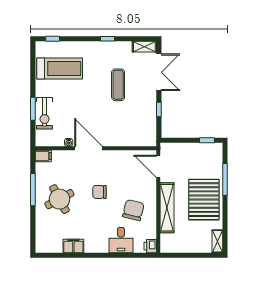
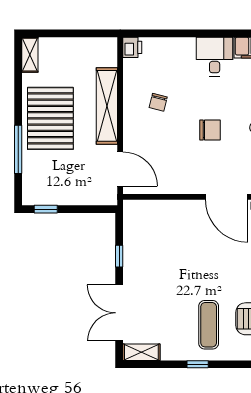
exercise mat: (118, 85) -> (209, 325), moved
chair: (133, 210) -> (158, 102), width x0.54, depth x0.54
desk: (121, 240) -> (215, 57), moved

